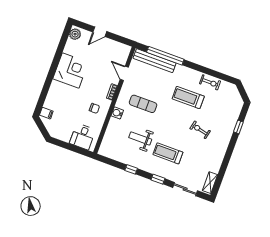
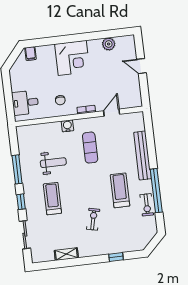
plant: (75, 34) -> (109, 44), moved
window: (165, 56) -> (156, 191), moved
bench: (155, 61) -> (142, 156), moved
corner desk: (71, 70) -> (72, 58), moved
weight bench: (140, 138) -> (53, 163), turned 90
window: (131, 169) -> (17, 169), width x2.17
shelving: (210, 183) -> (66, 254), moved

